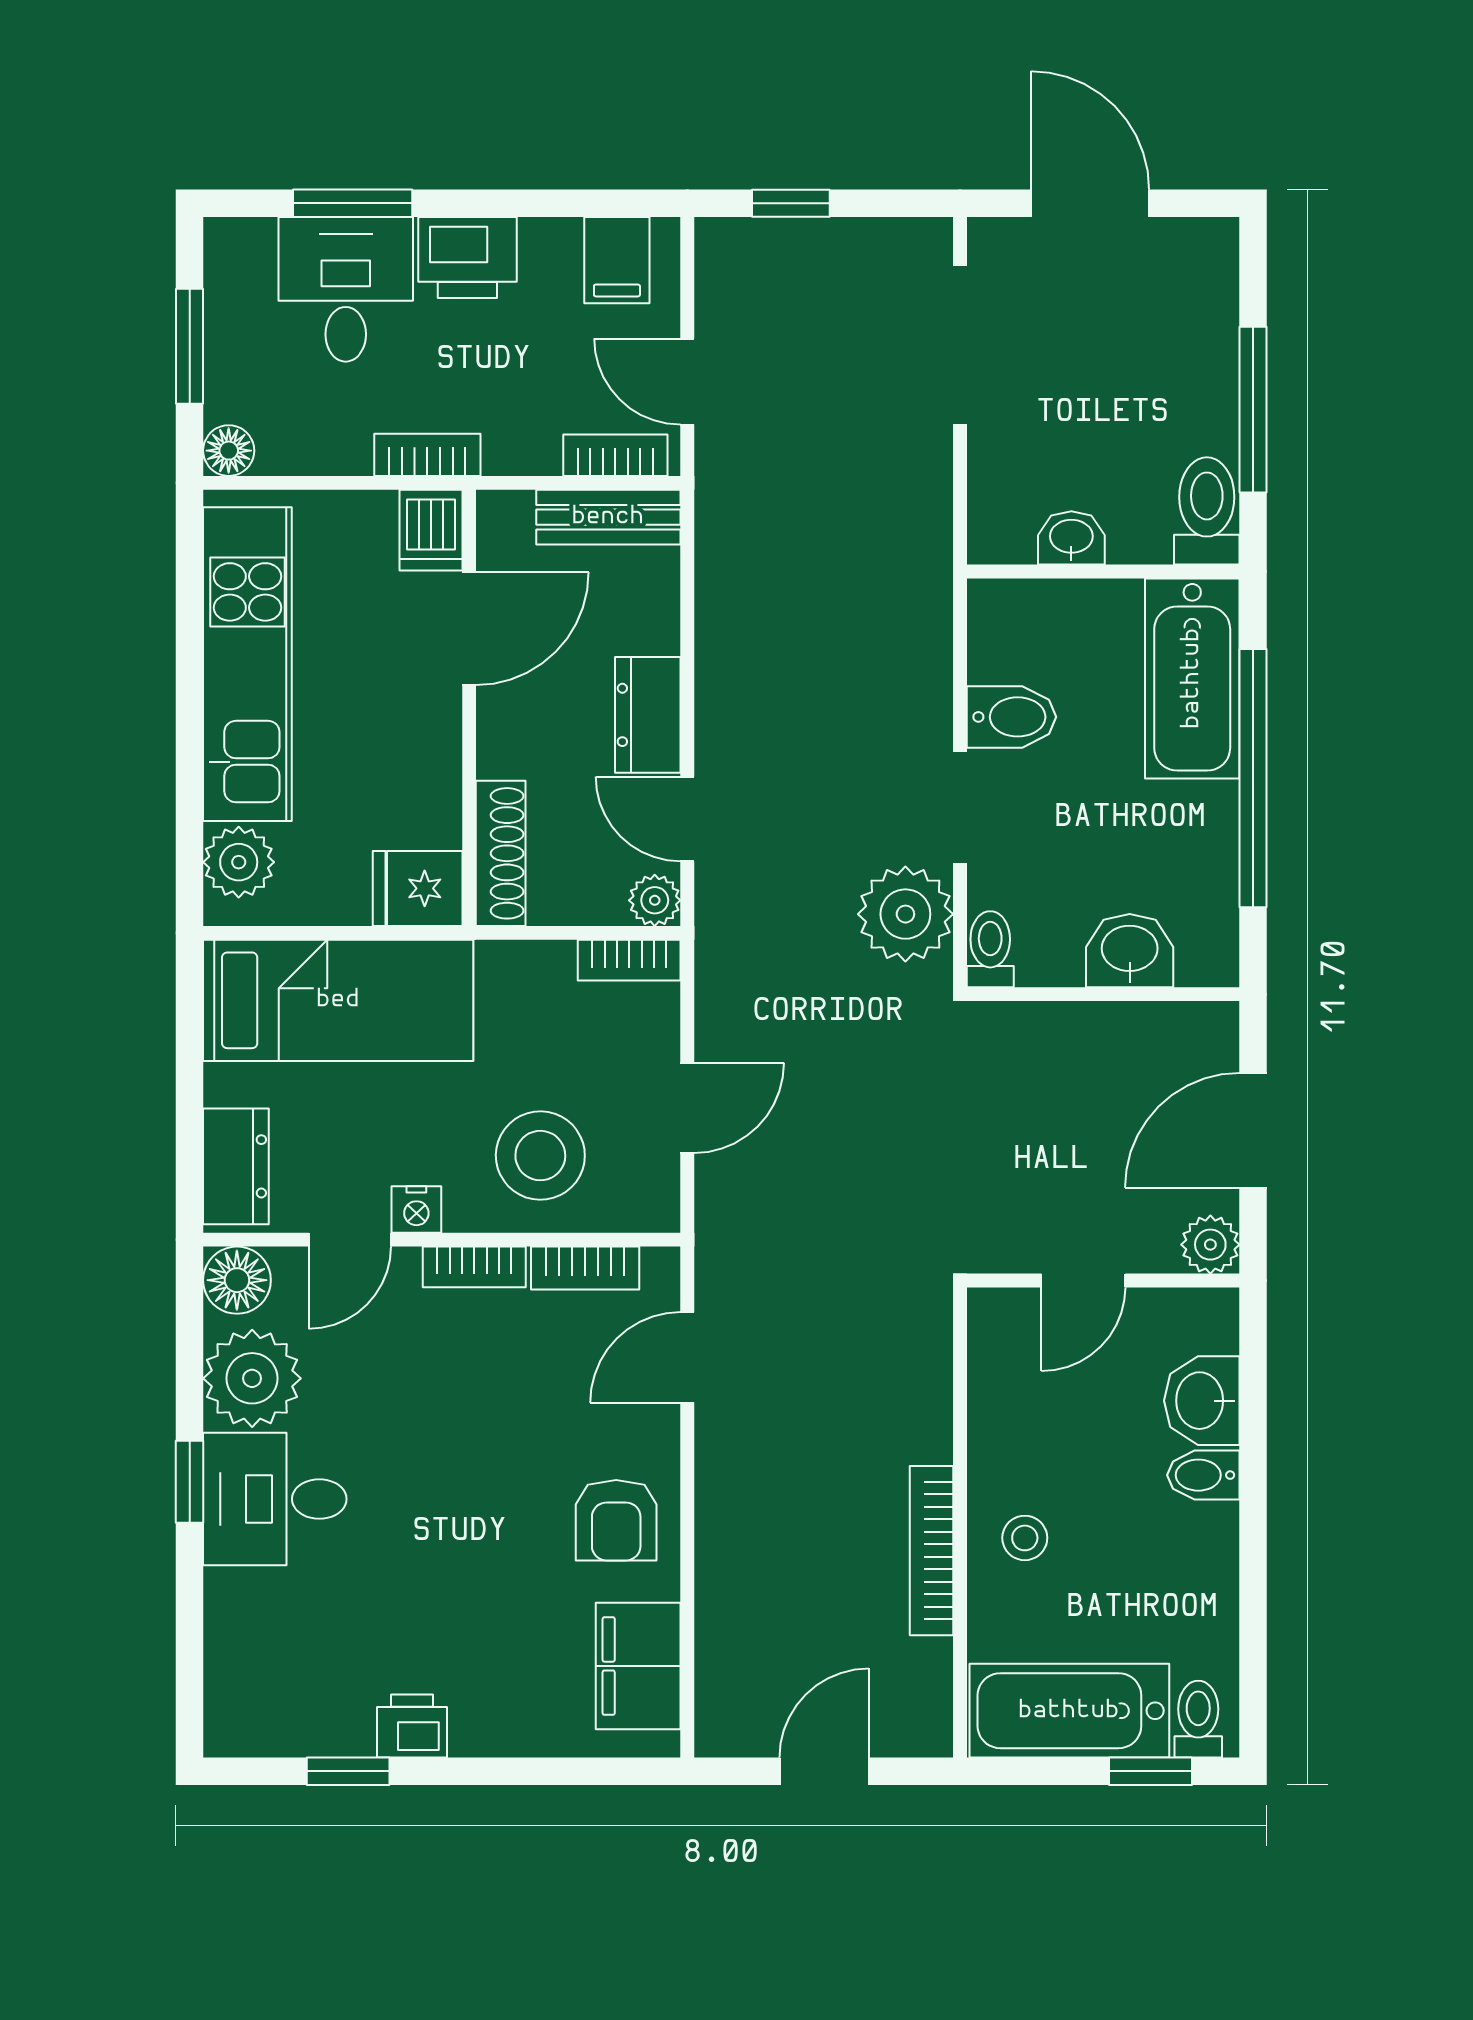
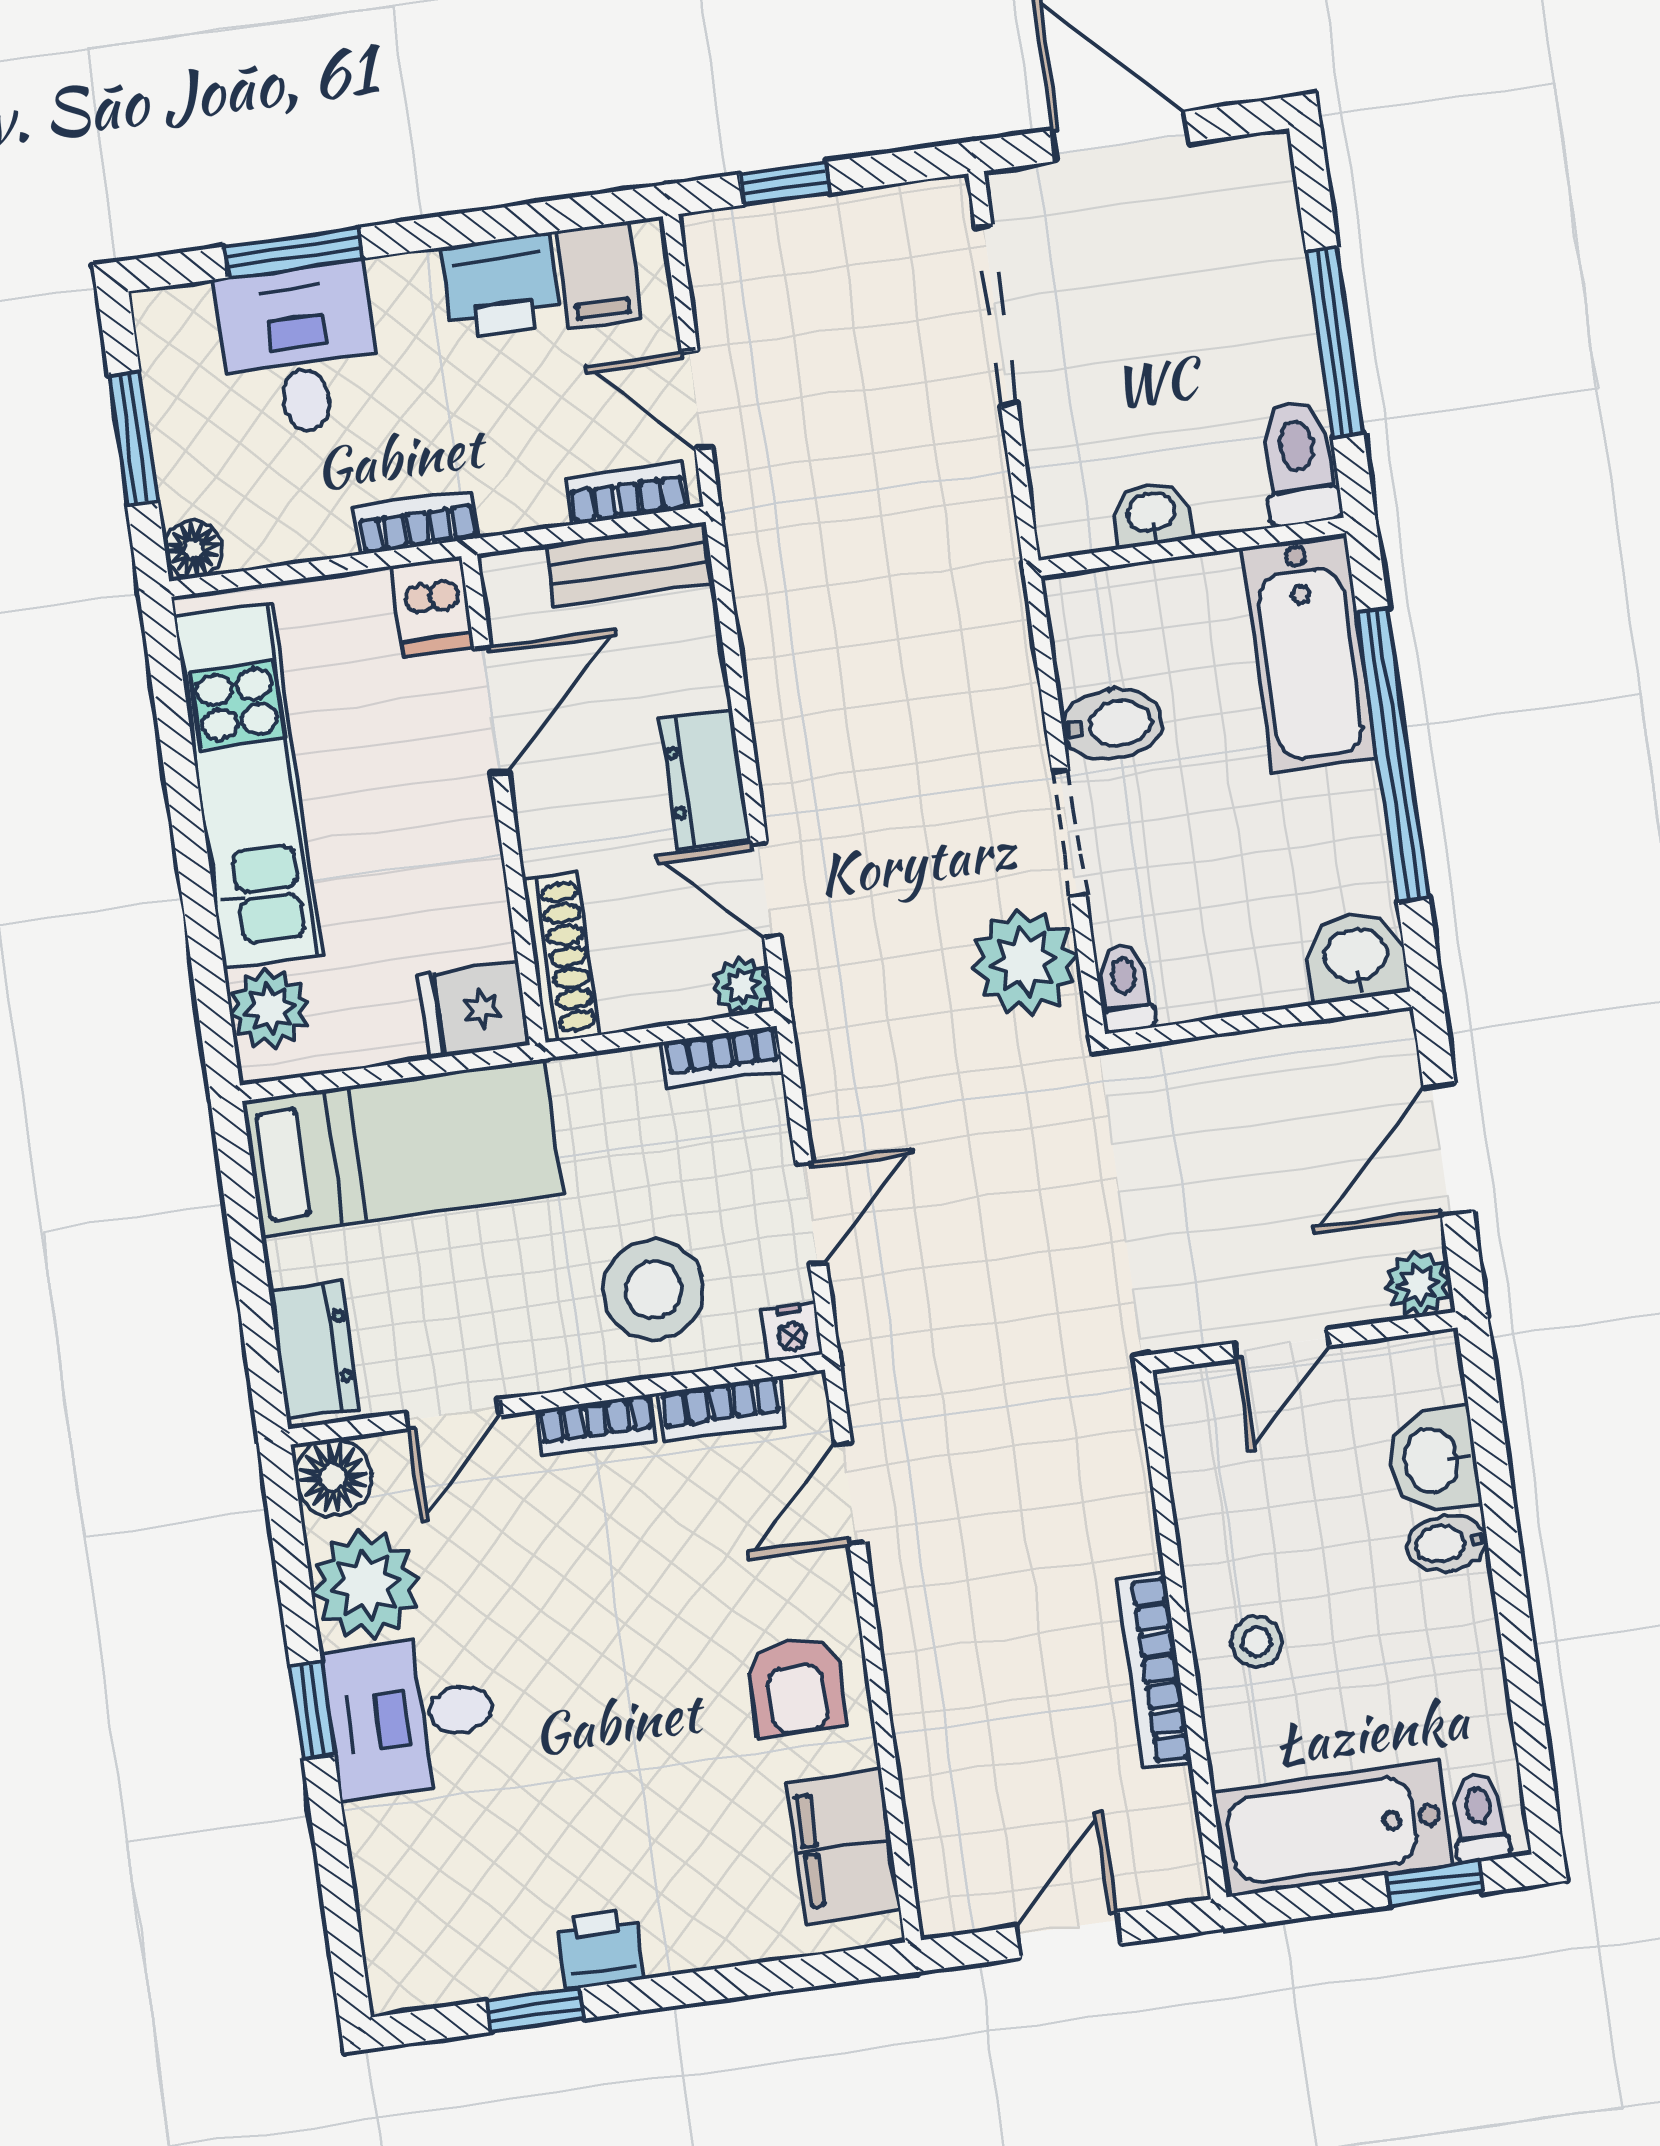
printer: (467, 258) -> (501, 285), moved
washbasin: (1130, 951) -> (1356, 957), moved
nightstand: (416, 1209) -> (792, 1332), moved

